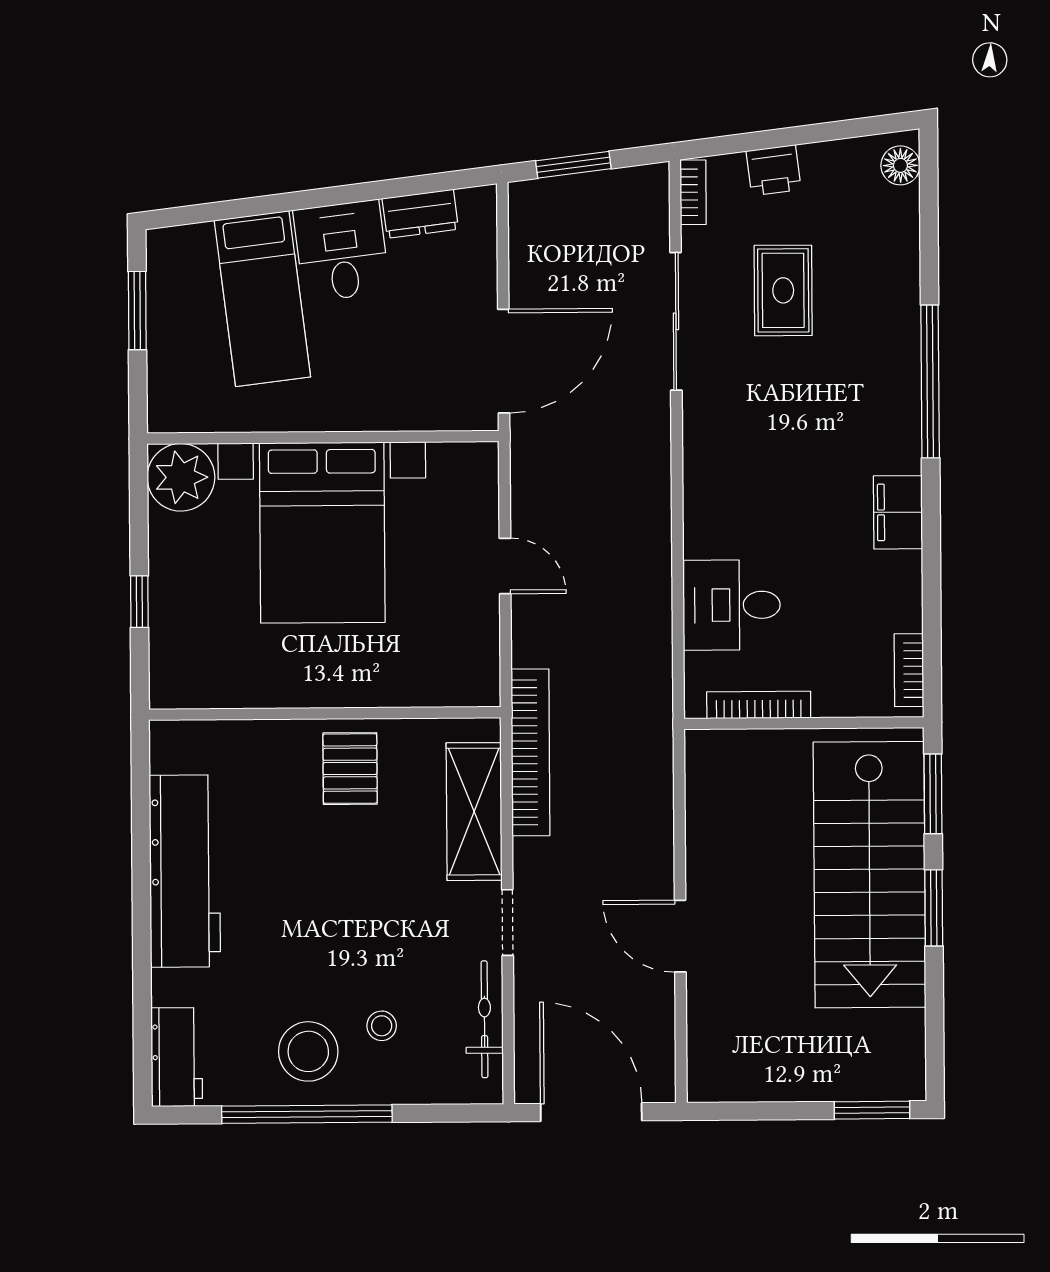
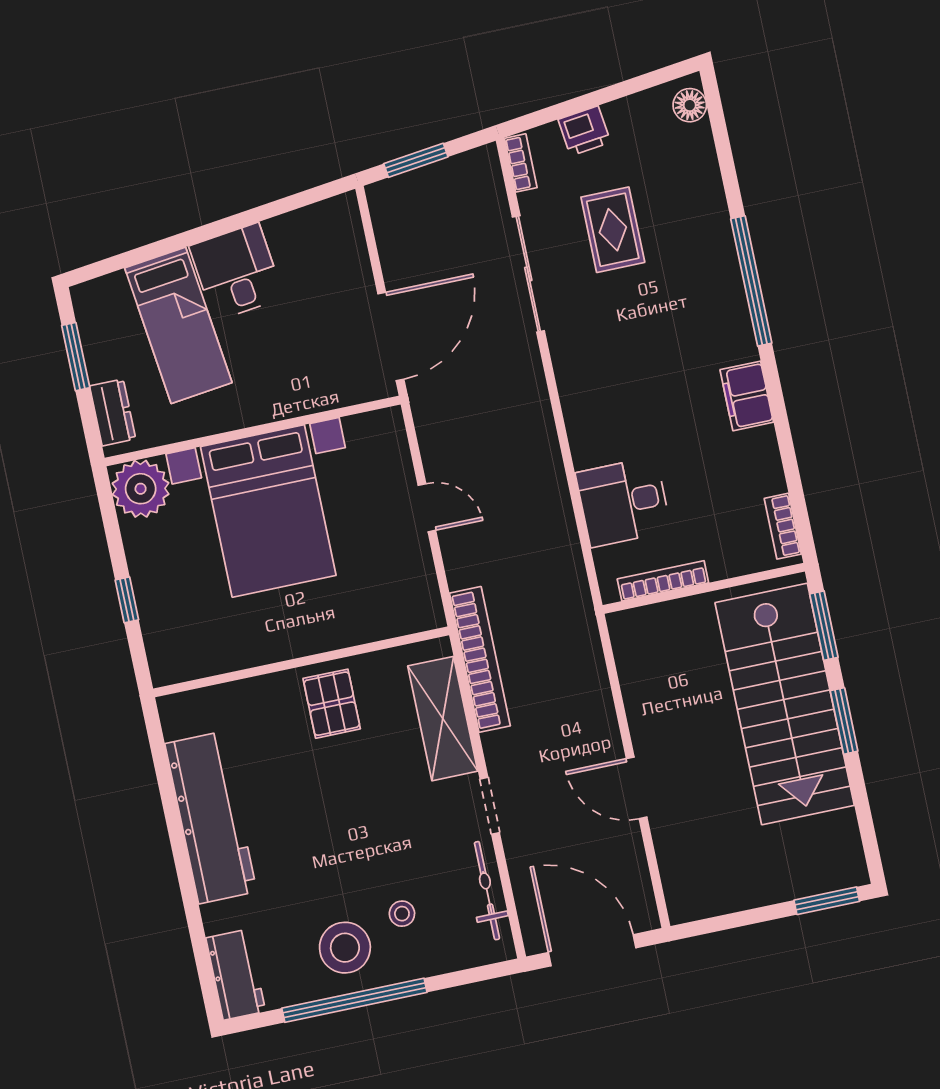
dresser: (420, 214) -> (113, 412), moved, turned -83

